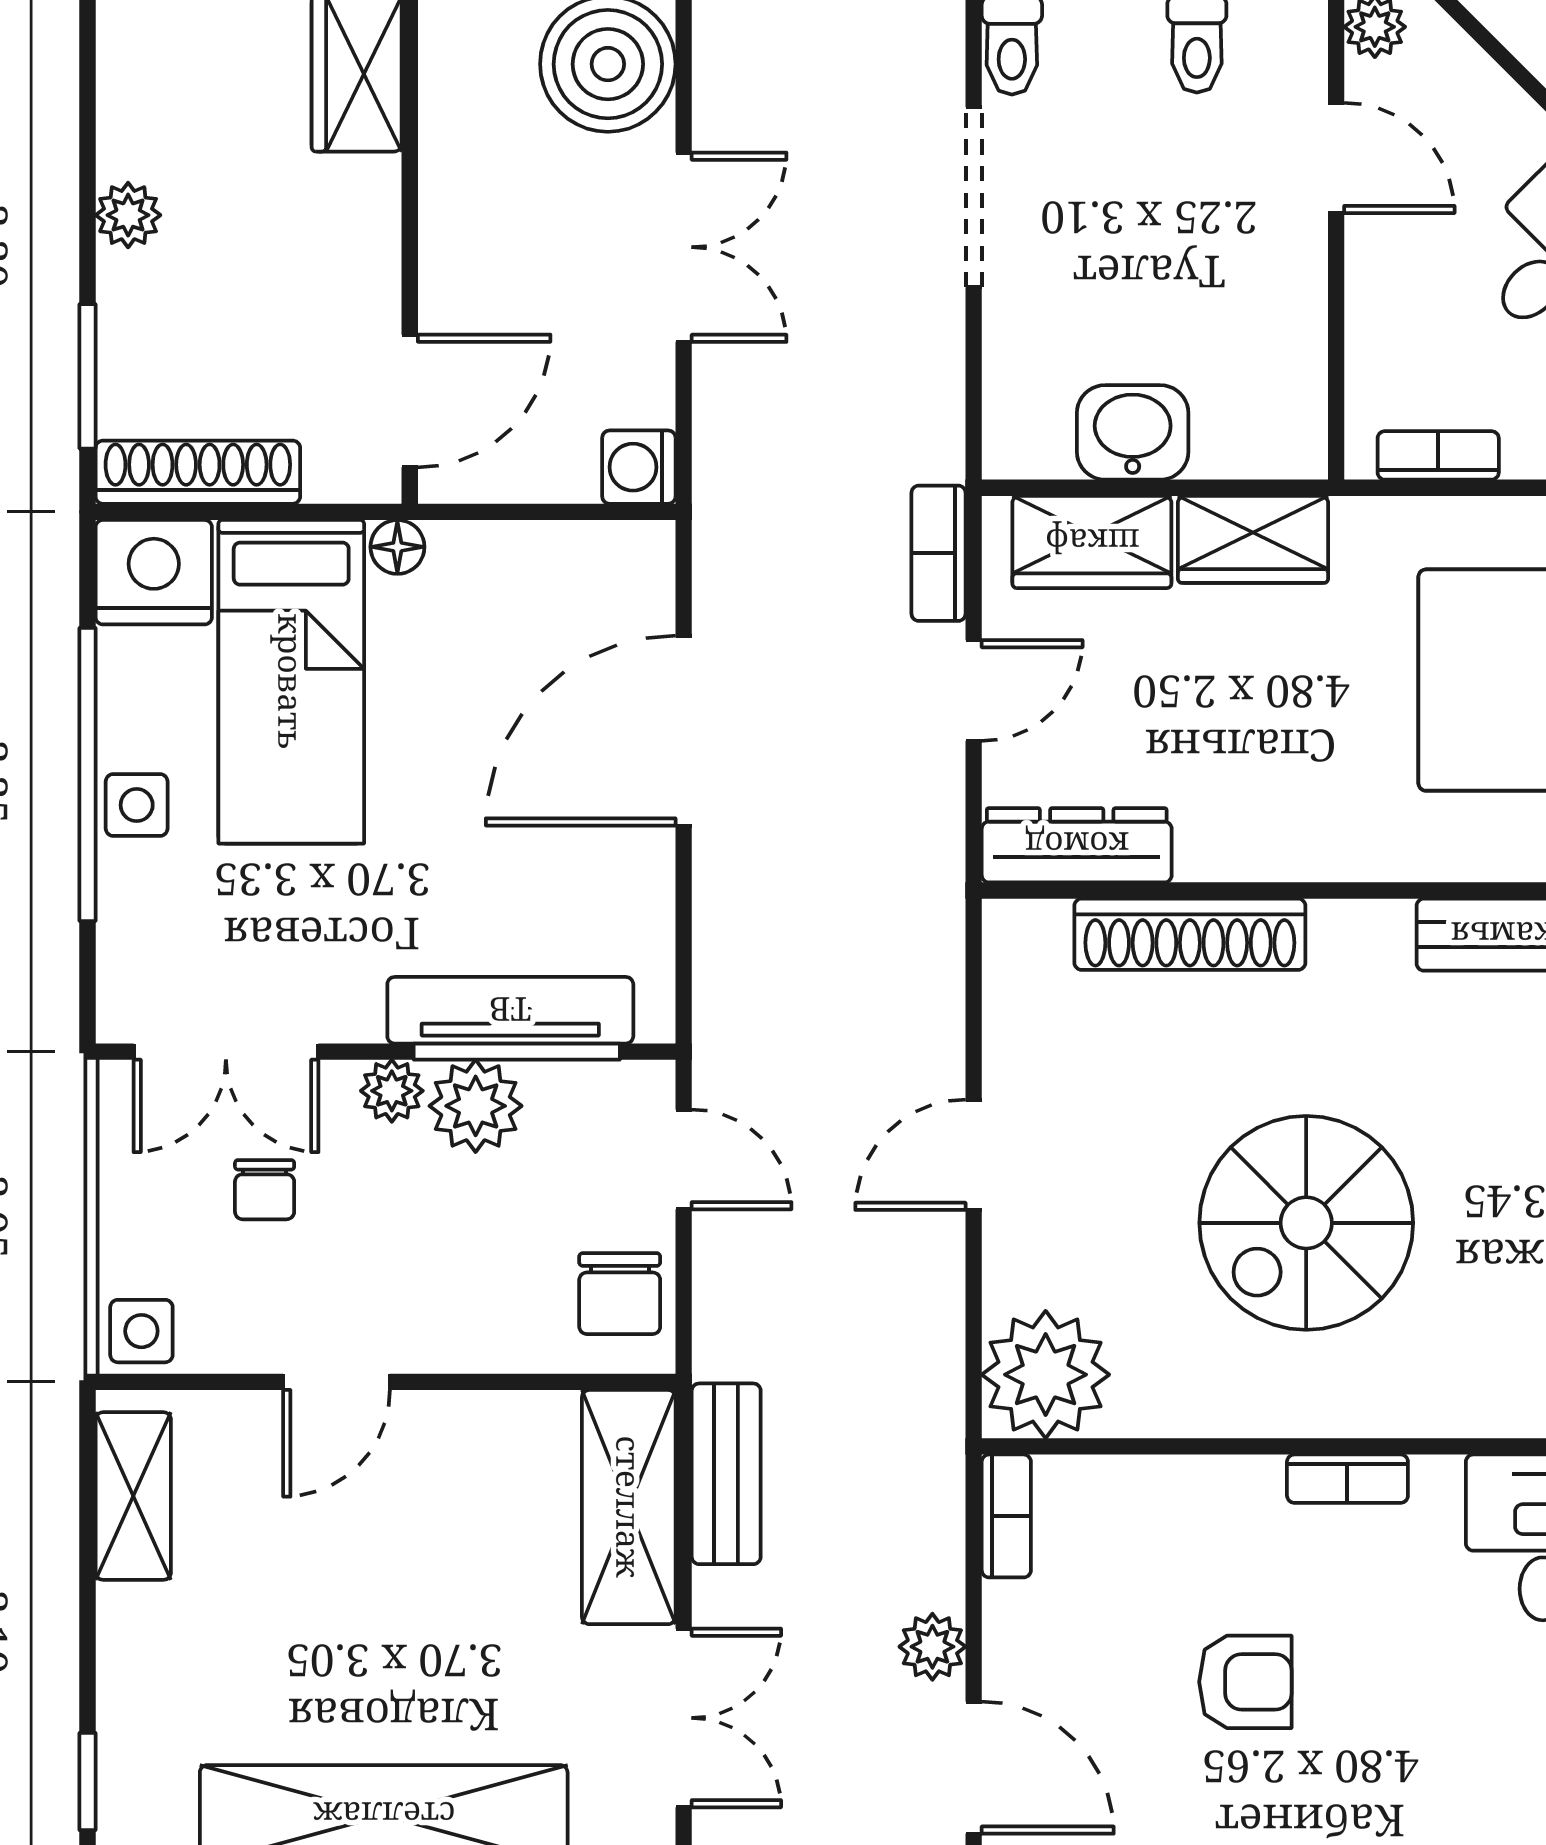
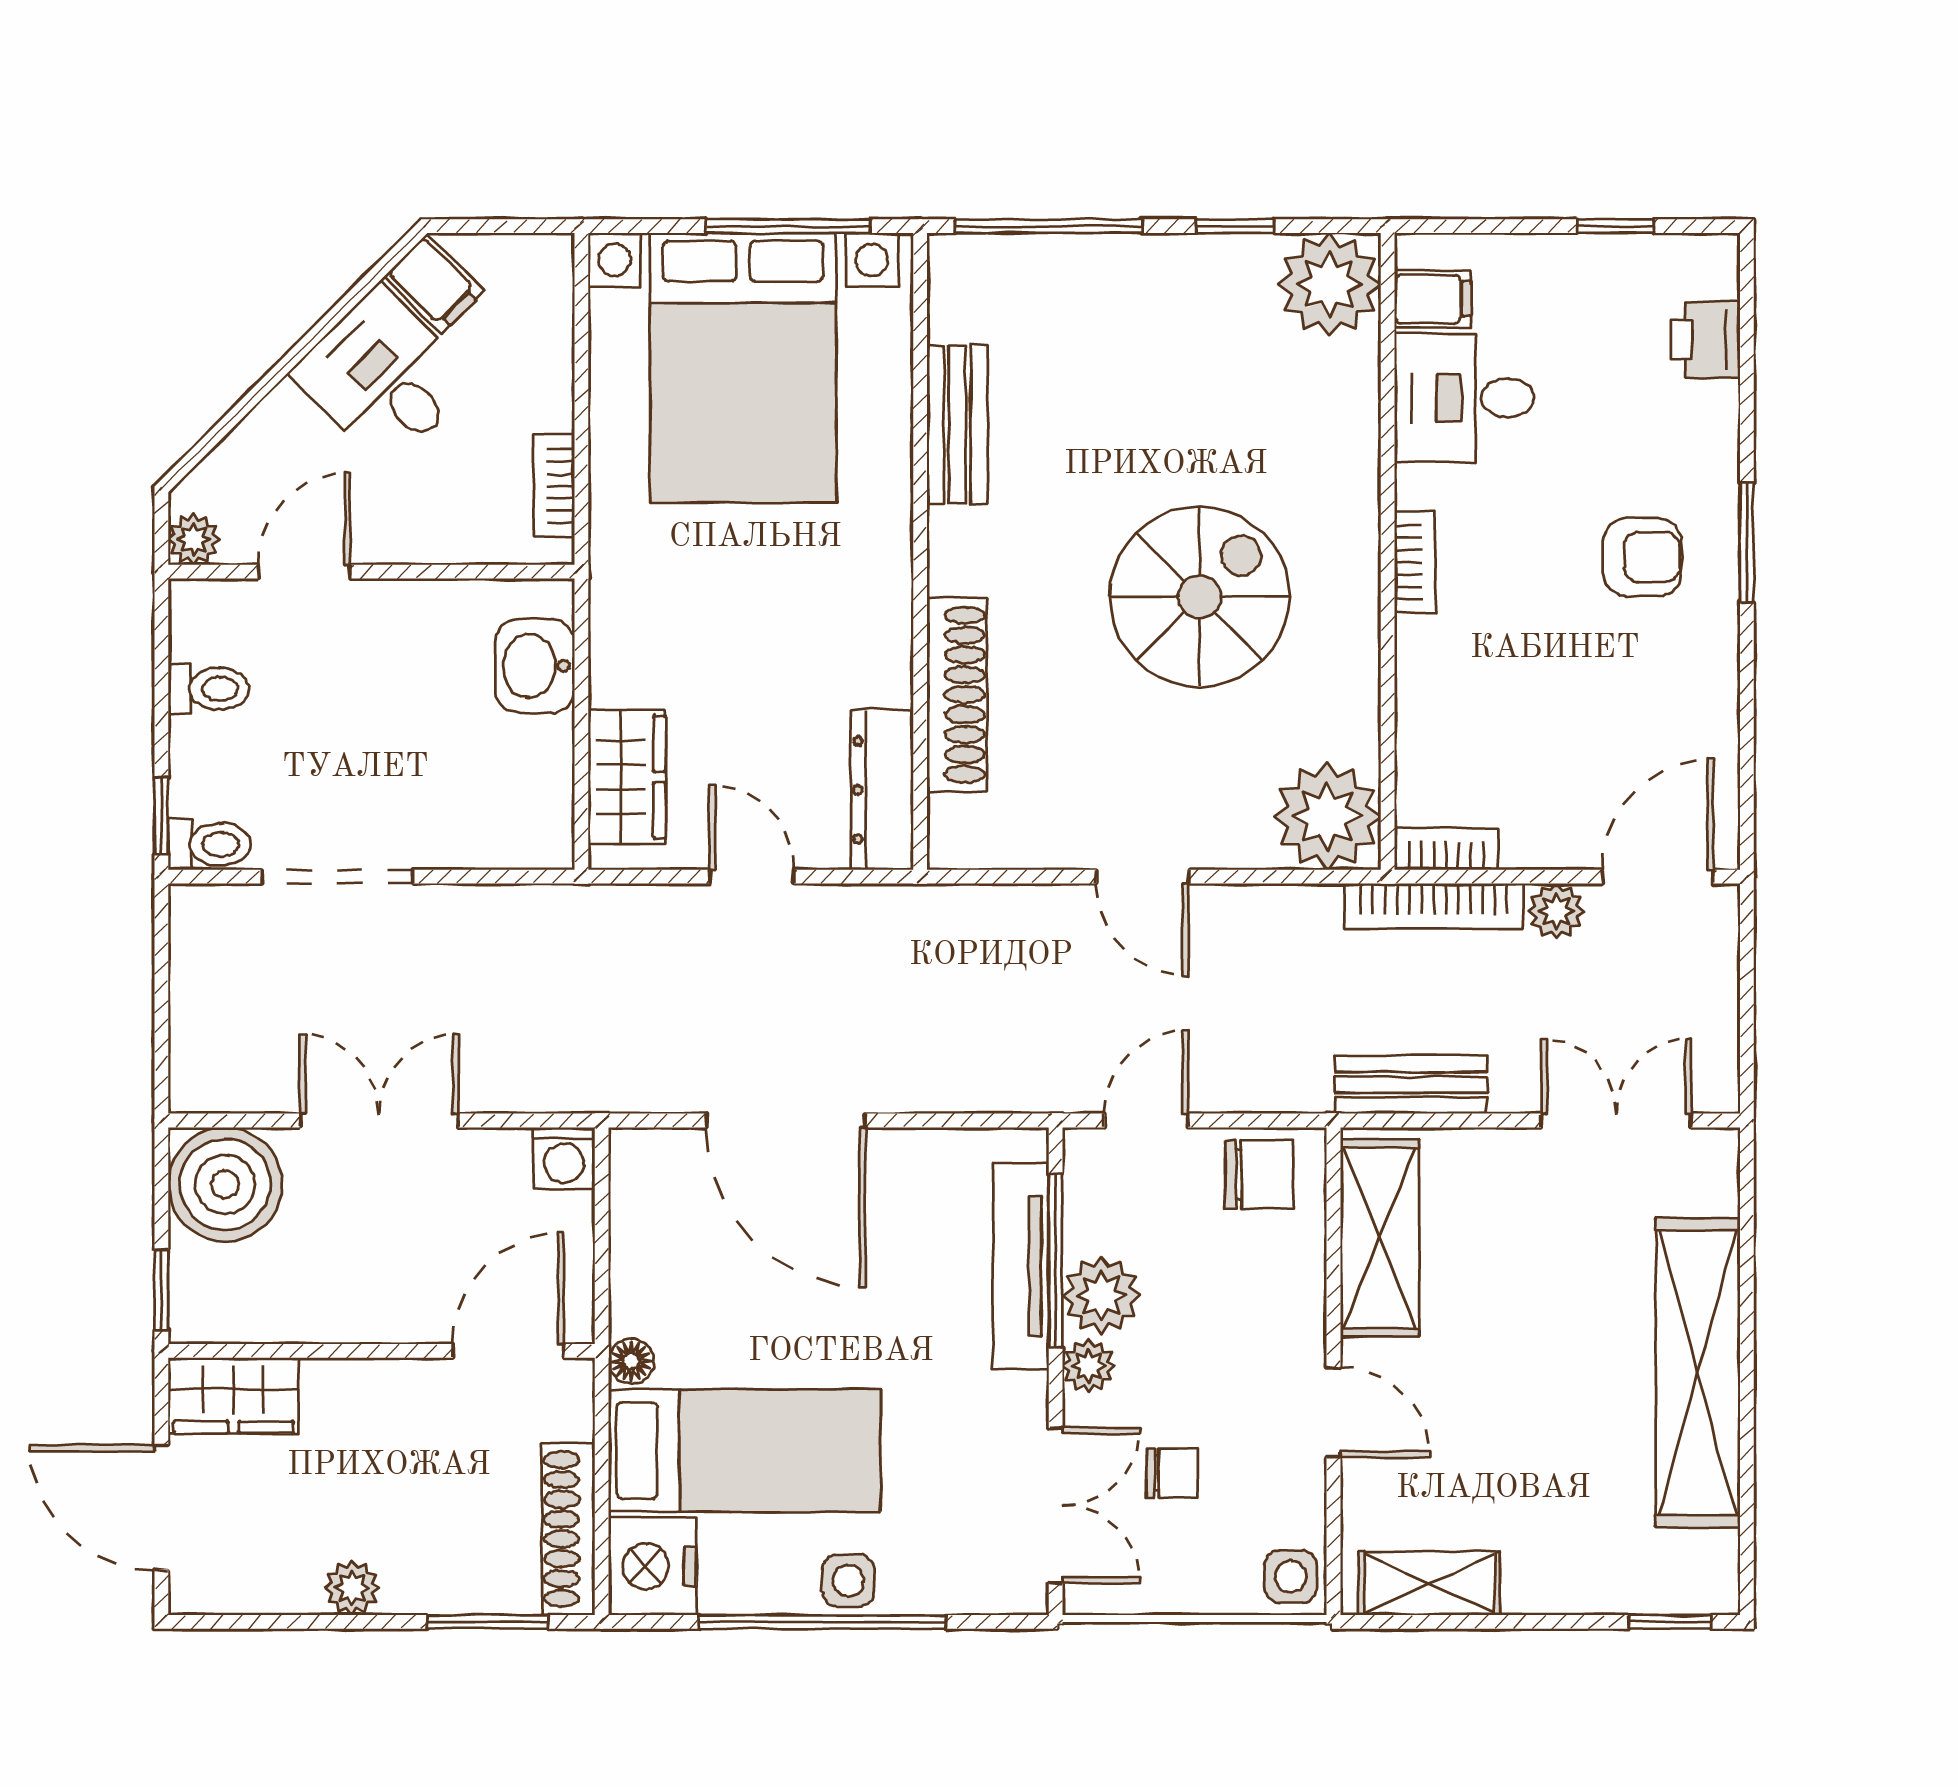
door: (410, 401) -> (508, 1351), hinge flipped
washbasin: (1133, 432) -> (535, 666), moved
wardrobe: (1253, 539) -> (625, 642), removed
bookcase: (939, 553) -> (1434, 906), moved, width x1.56
spiral stairs: (1306, 1223) -> (1200, 597), turned -90
shelving: (629, 1507) -> (1380, 1238), moved, turned 90
armchair: (1245, 1682) -> (1643, 557), moved, turned 90

